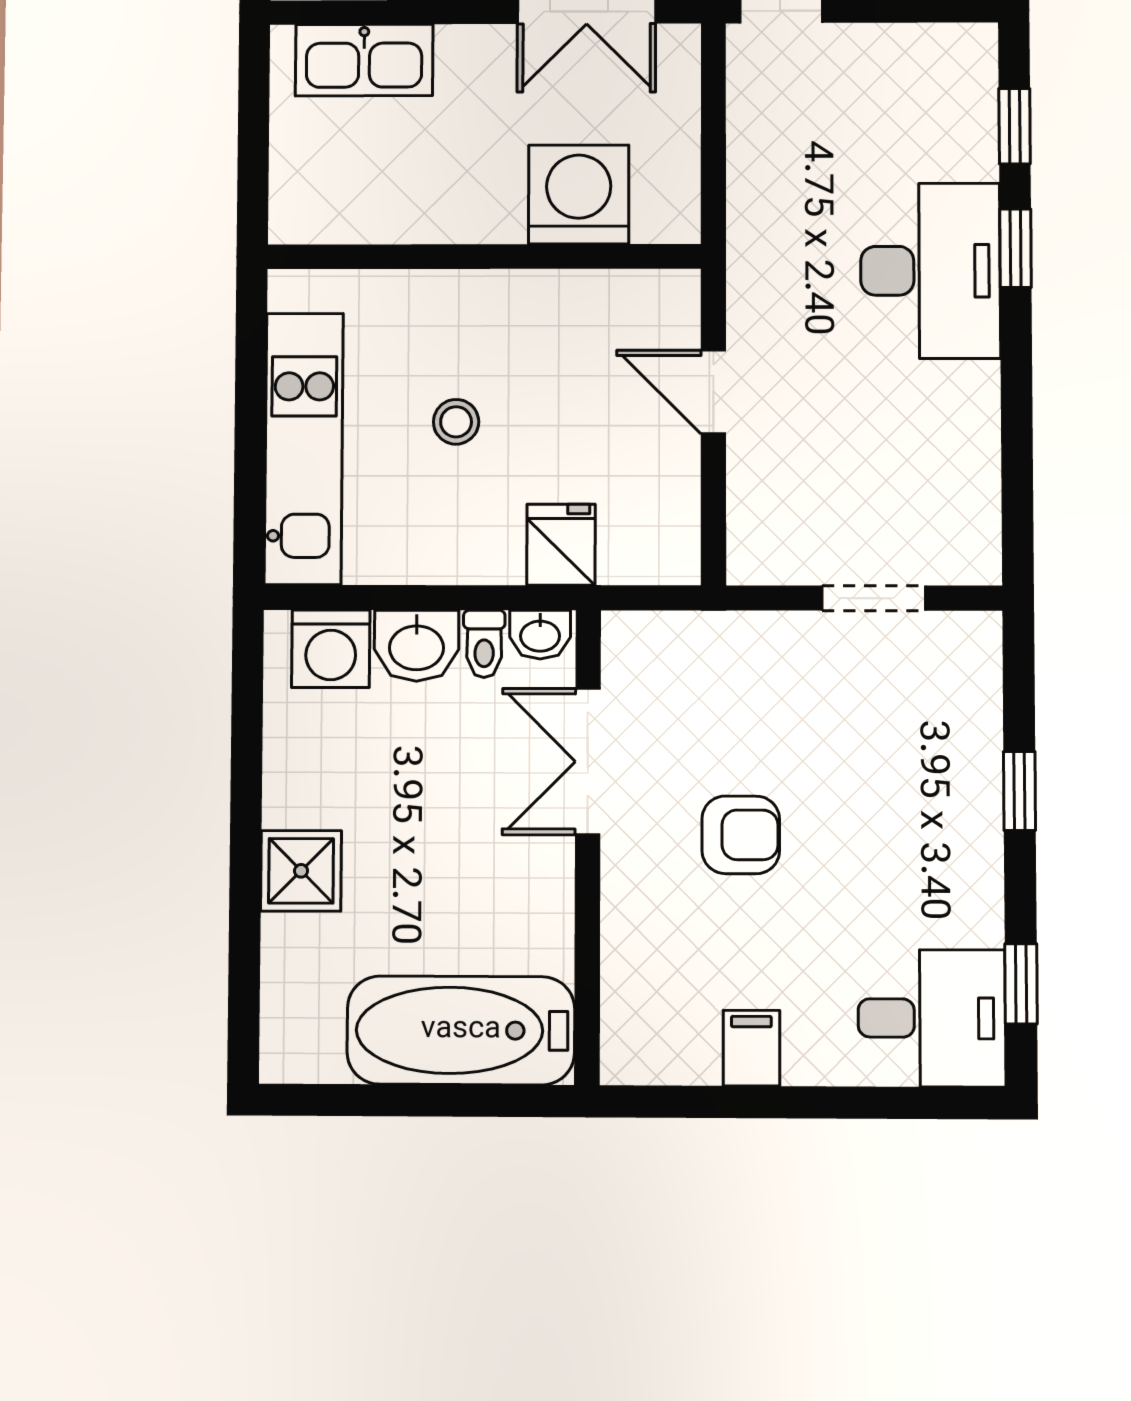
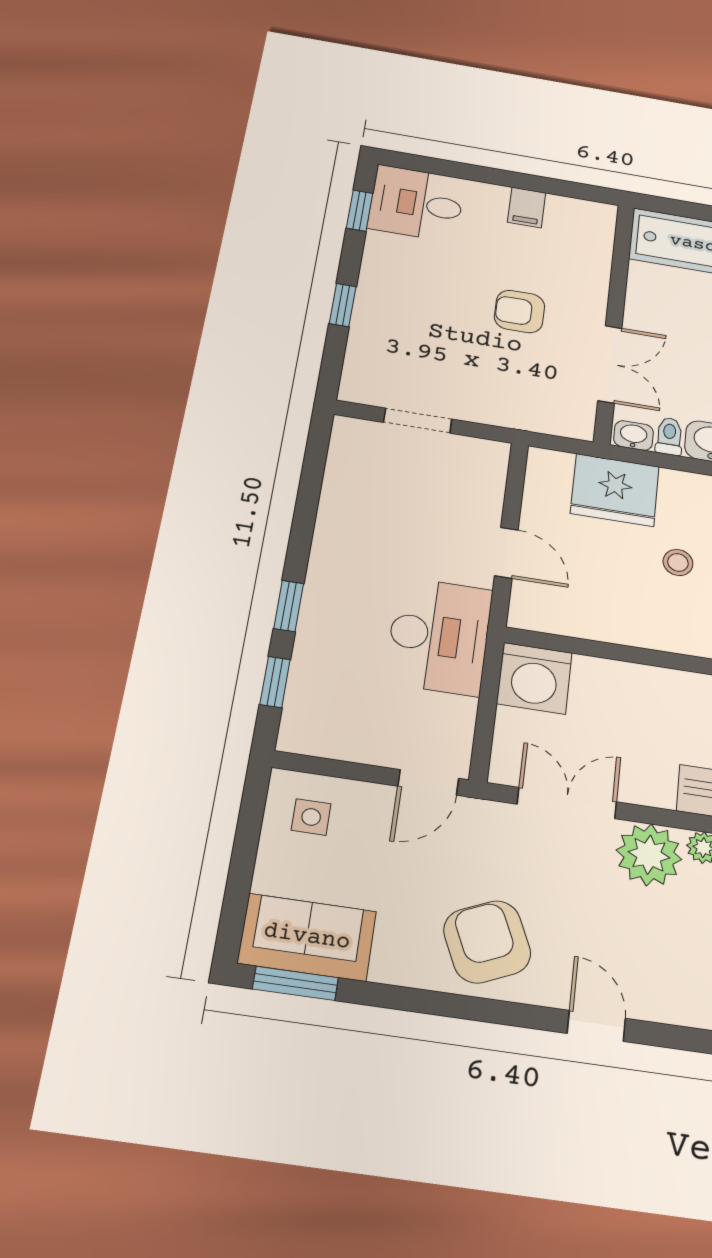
washing machine: (579, 195) -> (534, 678), moved
desk: (930, 271) -> (439, 636), moved, turned 180
fridge: (561, 545) -> (615, 490), width x1.88, depth x1.34

